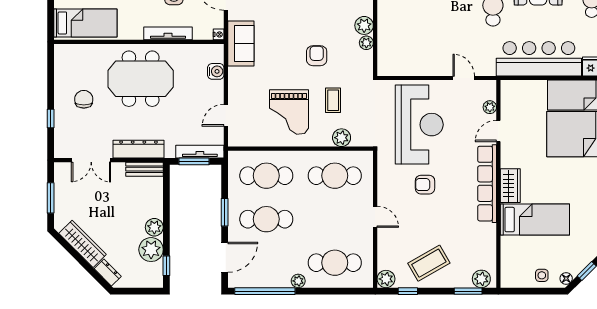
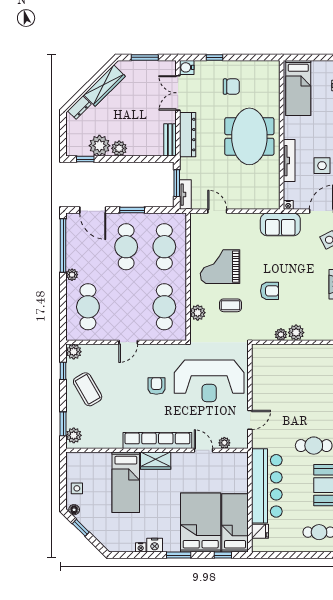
water cooler: (216, 71) -> (187, 67), moved, turned 90
tv unit: (200, 152) -> (185, 195), width x0.71

